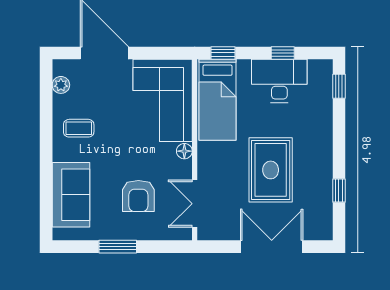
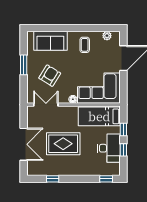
window: (223, 53) -> (123, 130), moved
armchair: (138, 196) -> (50, 76), turned 122

